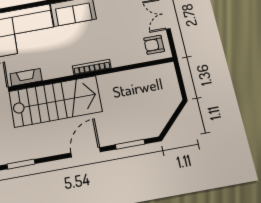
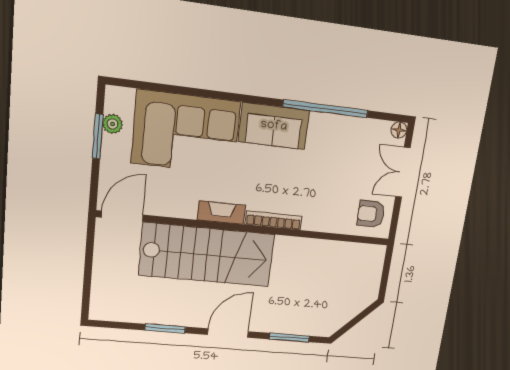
fireplace: (26, 77) -> (221, 213), moved
window: (21, 164) -> (165, 328), moved

